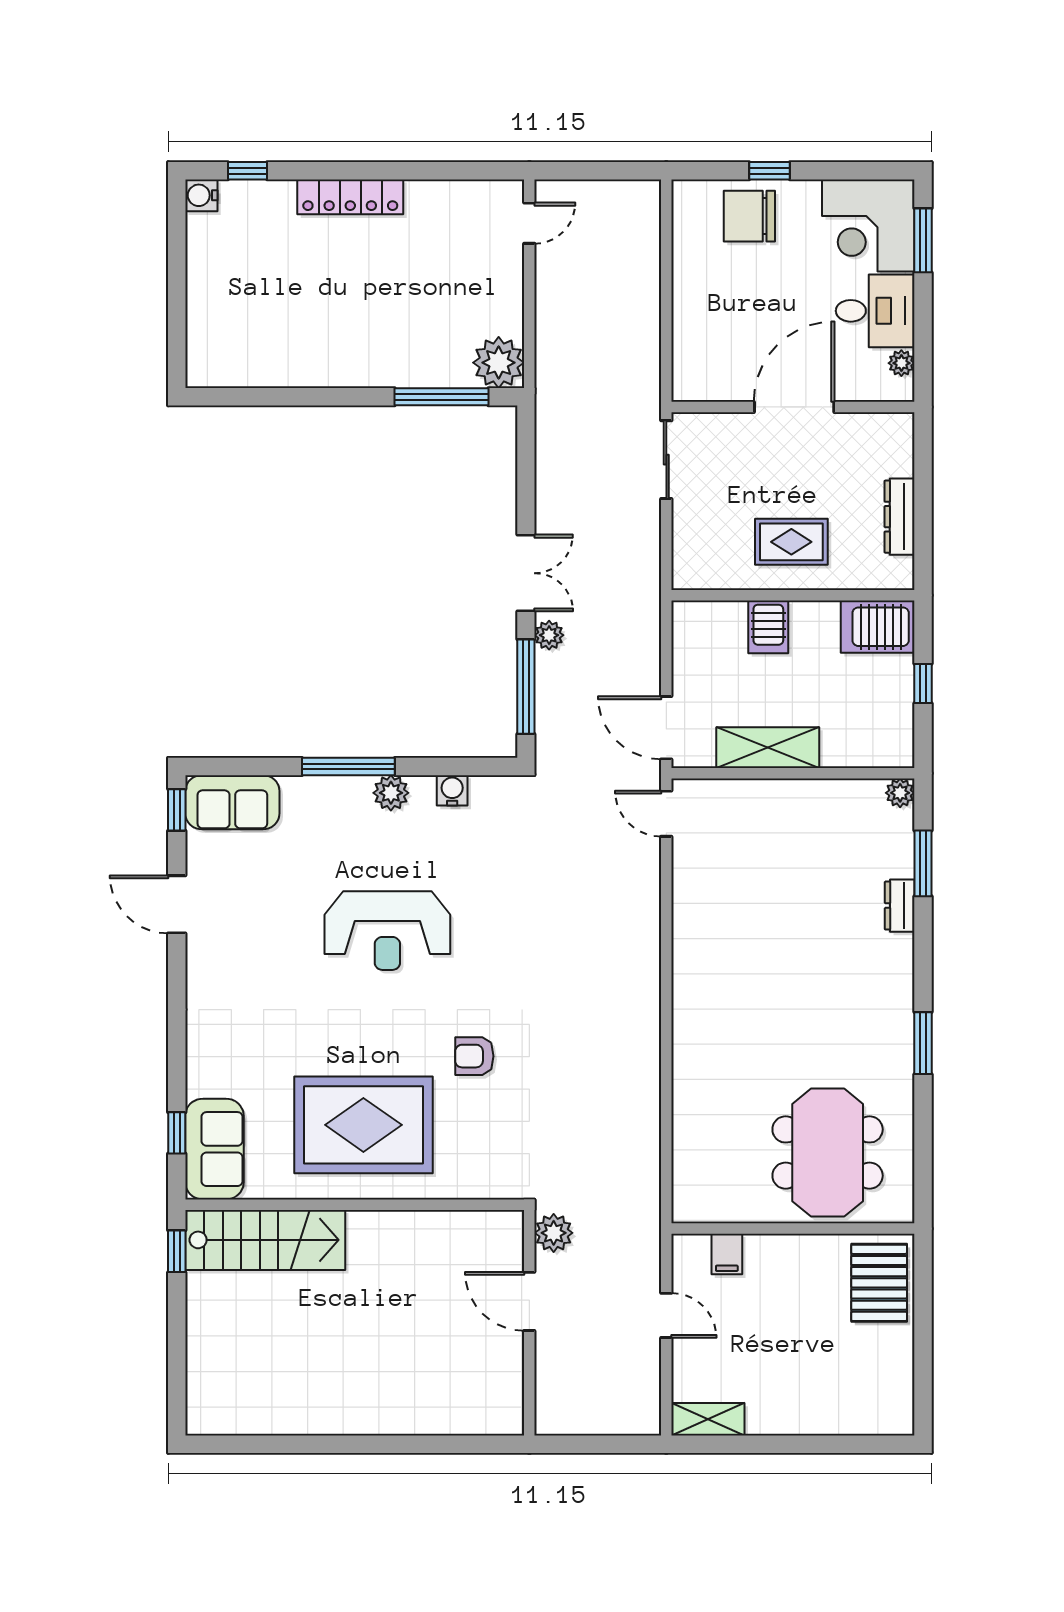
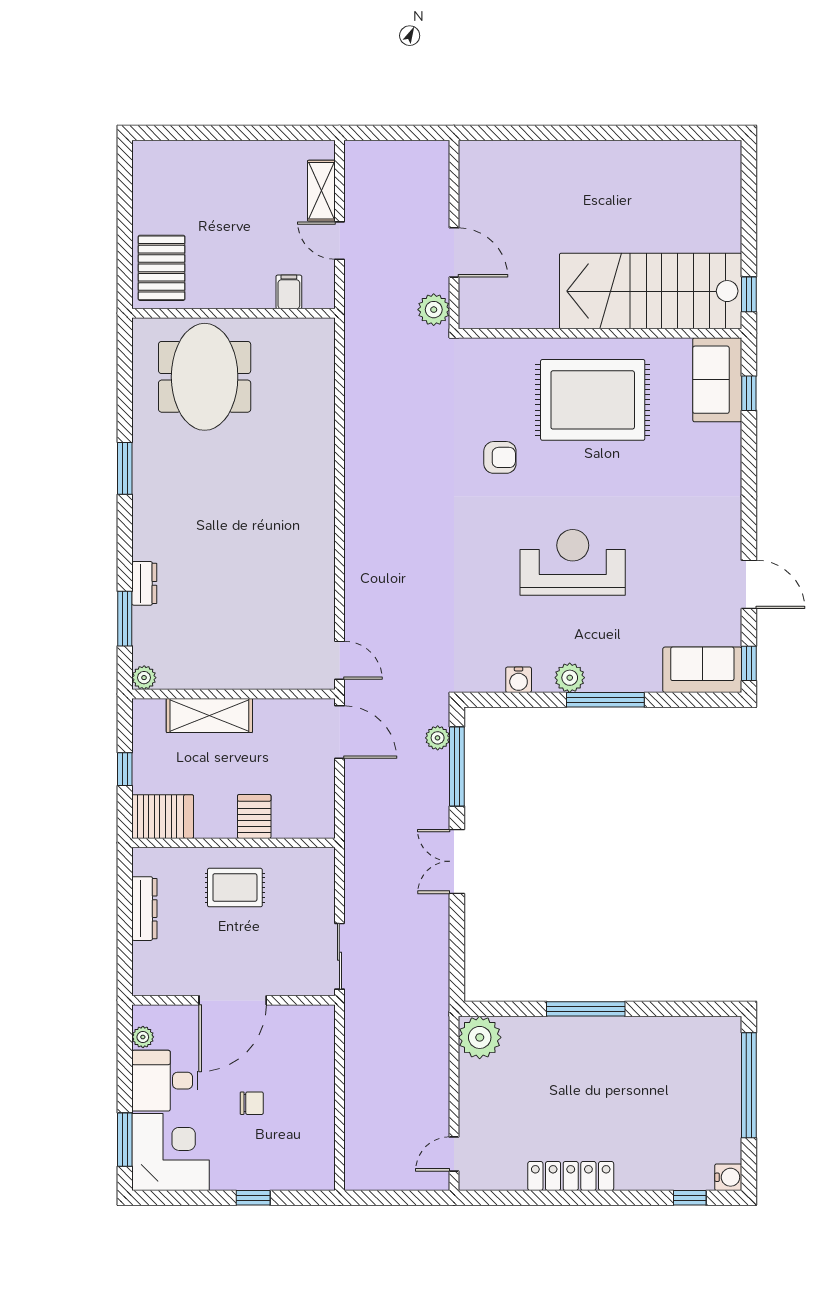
locker: (350, 197) -> (571, 1176), moved
chair: (749, 216) -> (252, 1103), moved, width x0.54, depth x0.54
window: (177, 305) -> (749, 1085), added
window: (442, 397) -> (586, 1009), moved
plant: (549, 635) -> (438, 738), moved
shelving: (768, 748) -> (209, 715), moved
stairs: (265, 1240) -> (651, 291), width x1.36, depth x1.51
shelving: (708, 1419) -> (321, 191), moved, turned 90

